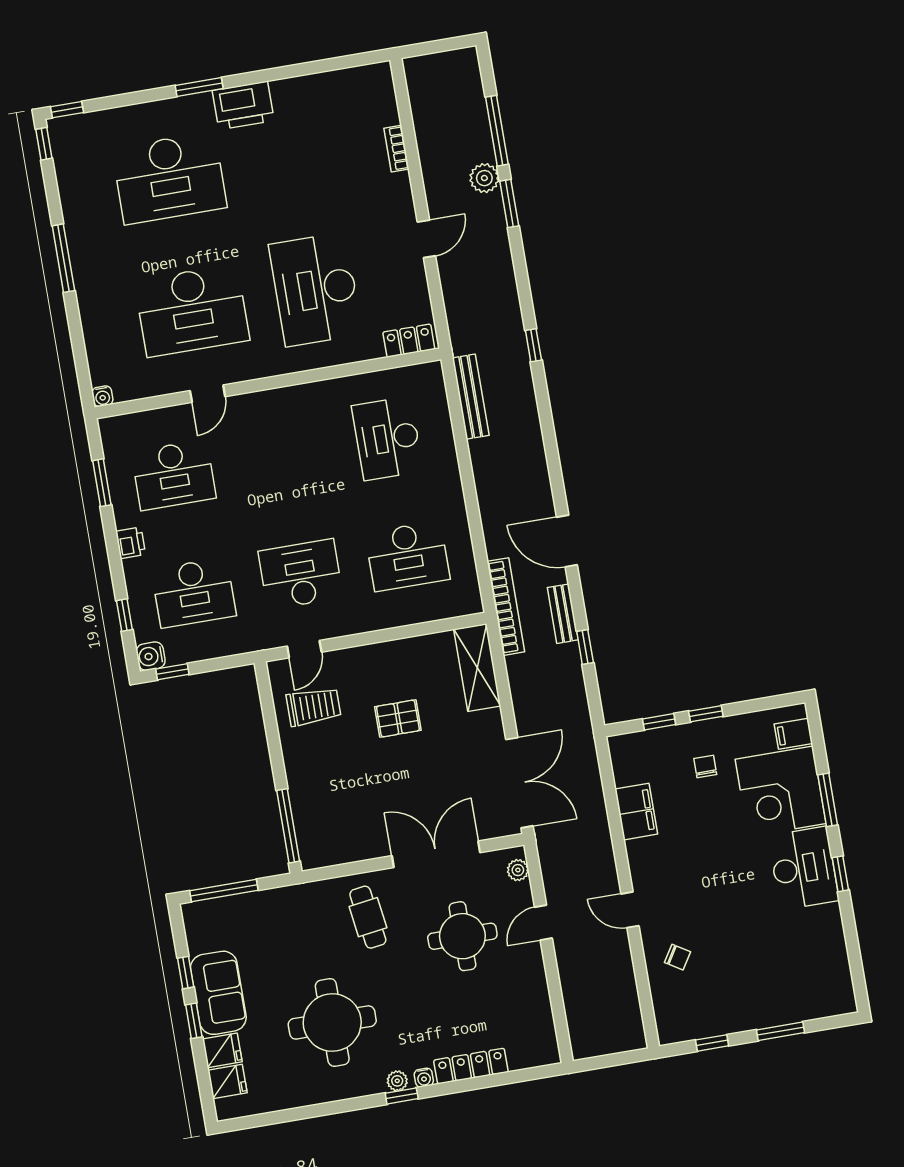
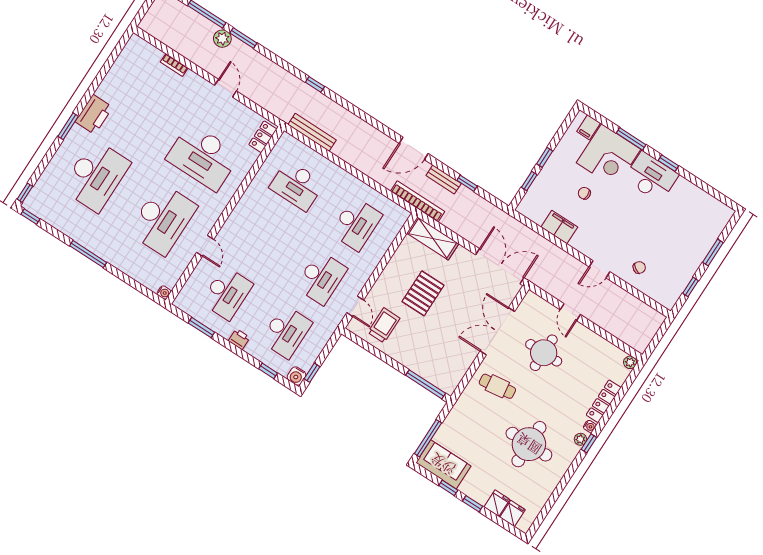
desk: (301, 574) -> (321, 278), turned 180
pallet: (398, 719) -> (423, 293), width x1.50, depth x1.42
chair: (705, 767) -> (584, 193), moved
plant: (518, 870) -> (630, 362), moved
sofa: (218, 993) -> (443, 464), moved

